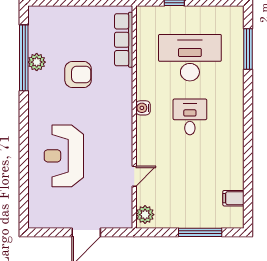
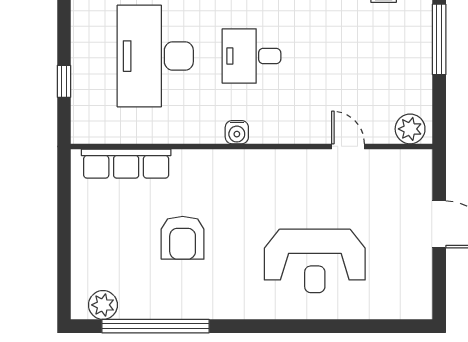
plant: (37, 62) -> (103, 305), moved
armchair: (78, 74) -> (183, 238), turned 180

